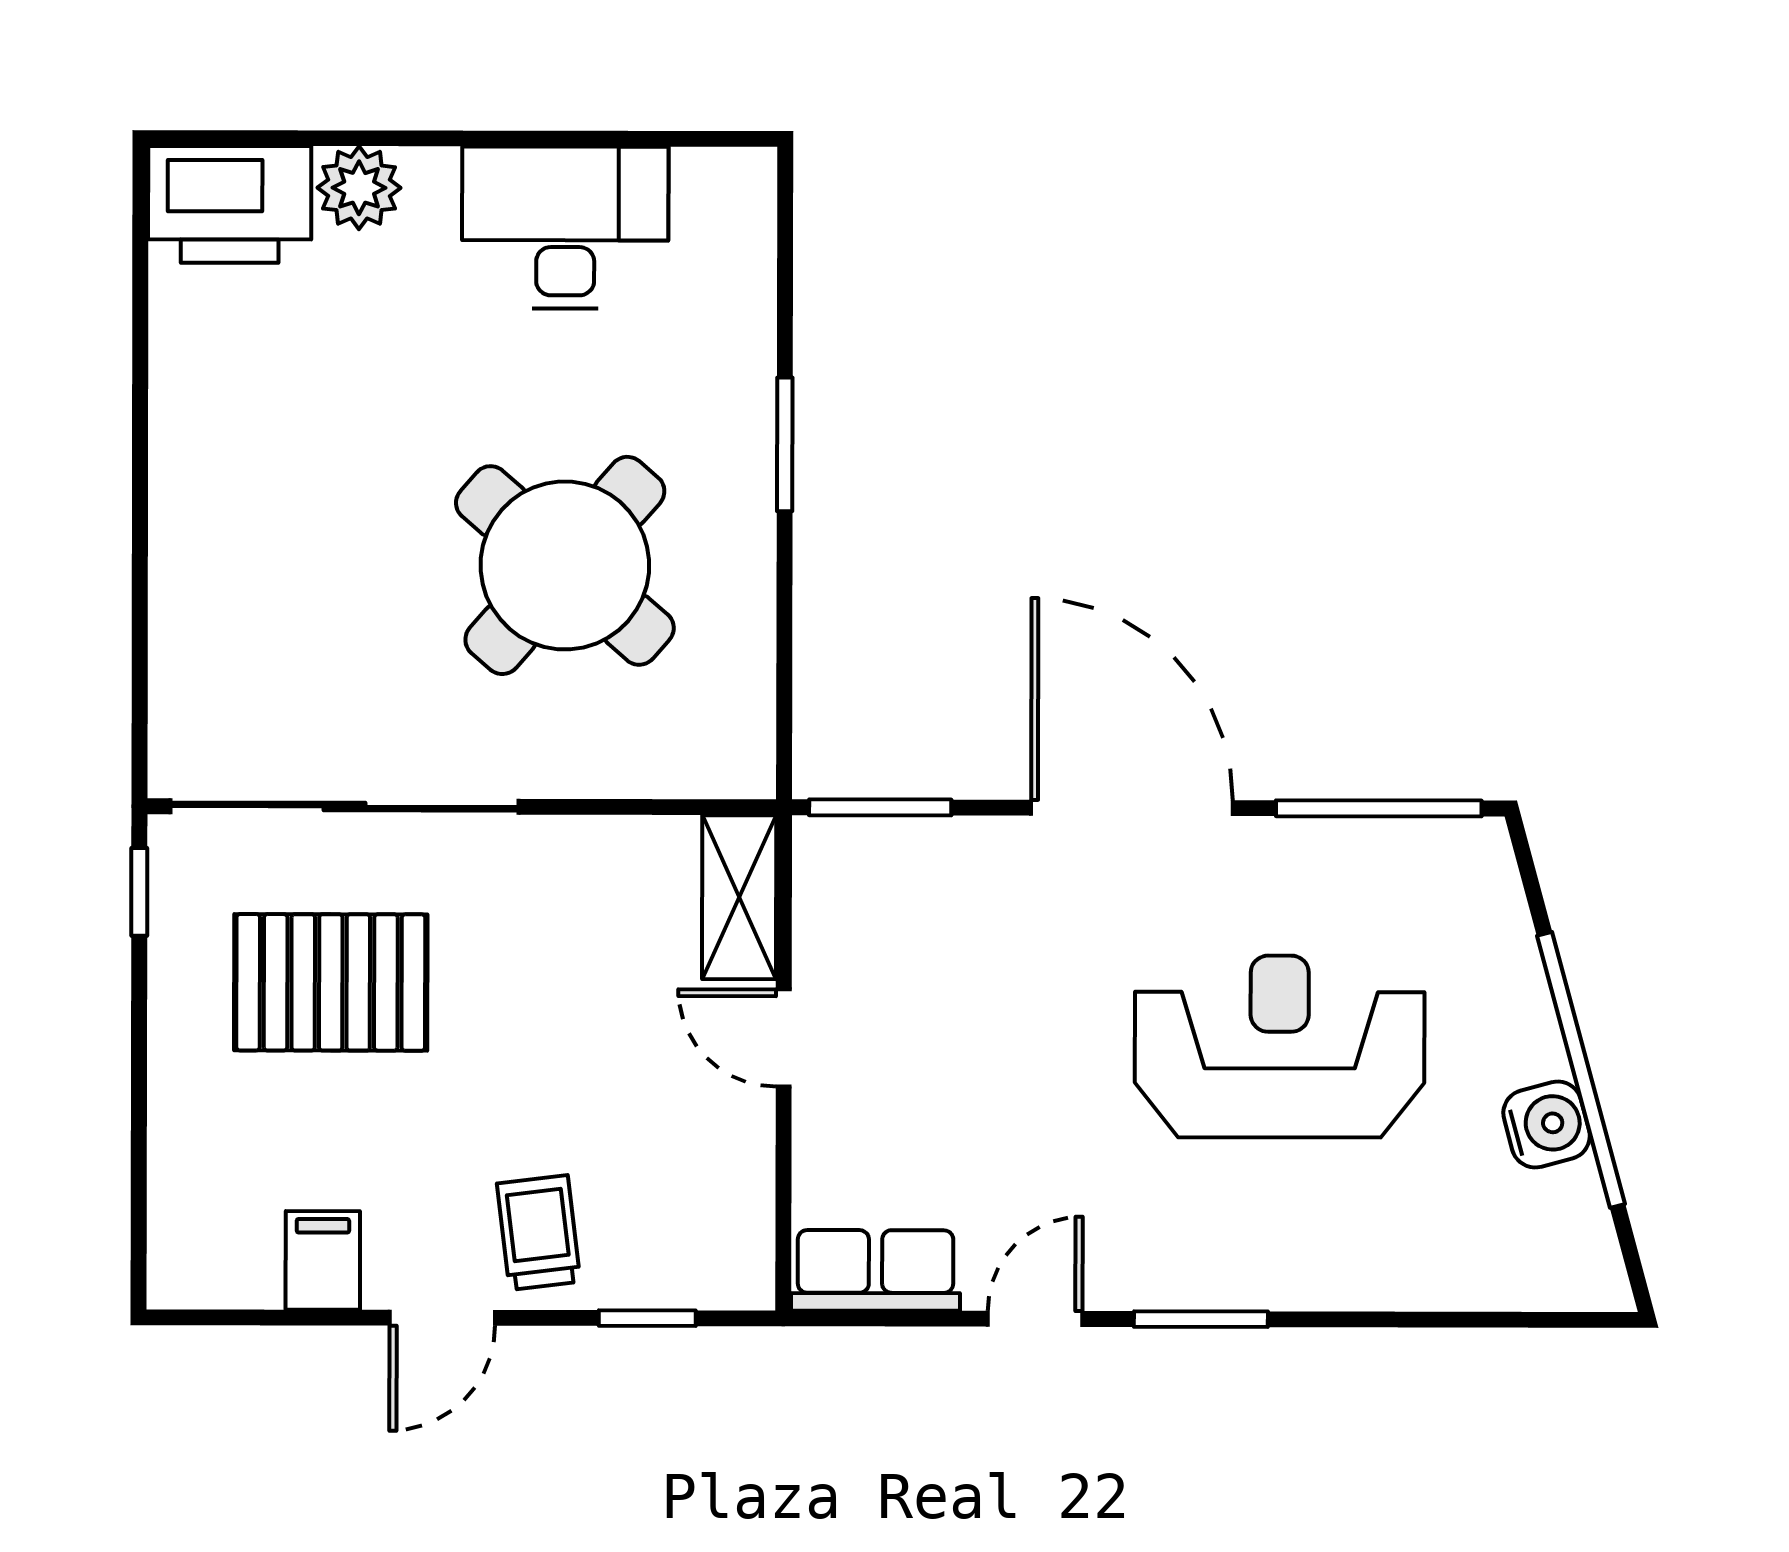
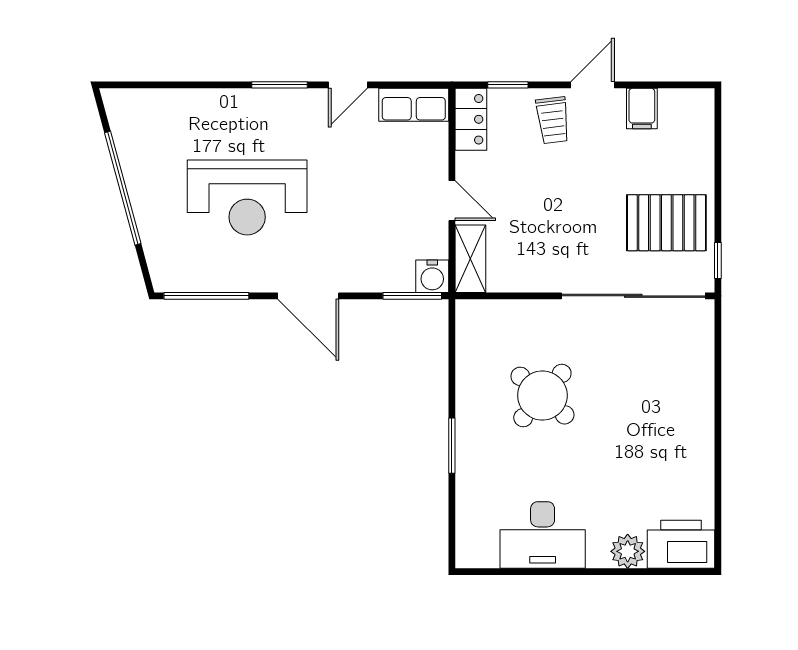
round table: (565, 565) -> (542, 396), width x0.73, depth x0.73
door: (1132, 808) -> (308, 296), width x0.73
pallet: (331, 982) -> (666, 223), moved
water cooler: (1547, 1125) -> (432, 276), moved, turned -75
locker: (737, 1235) -> (471, 119), added

